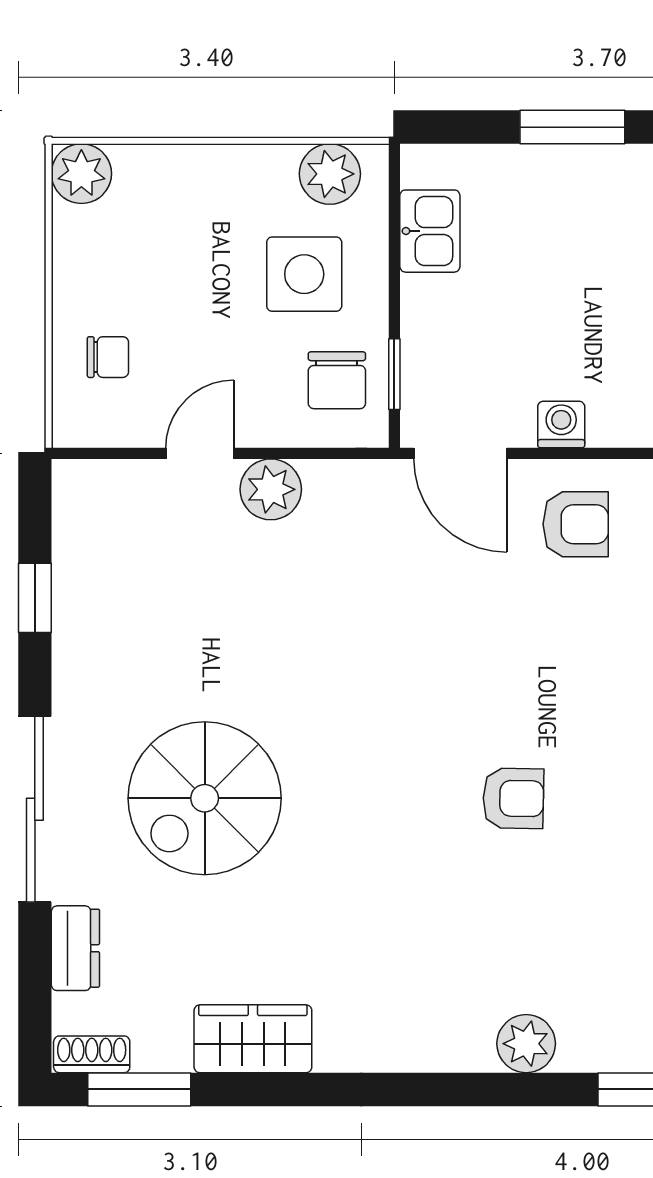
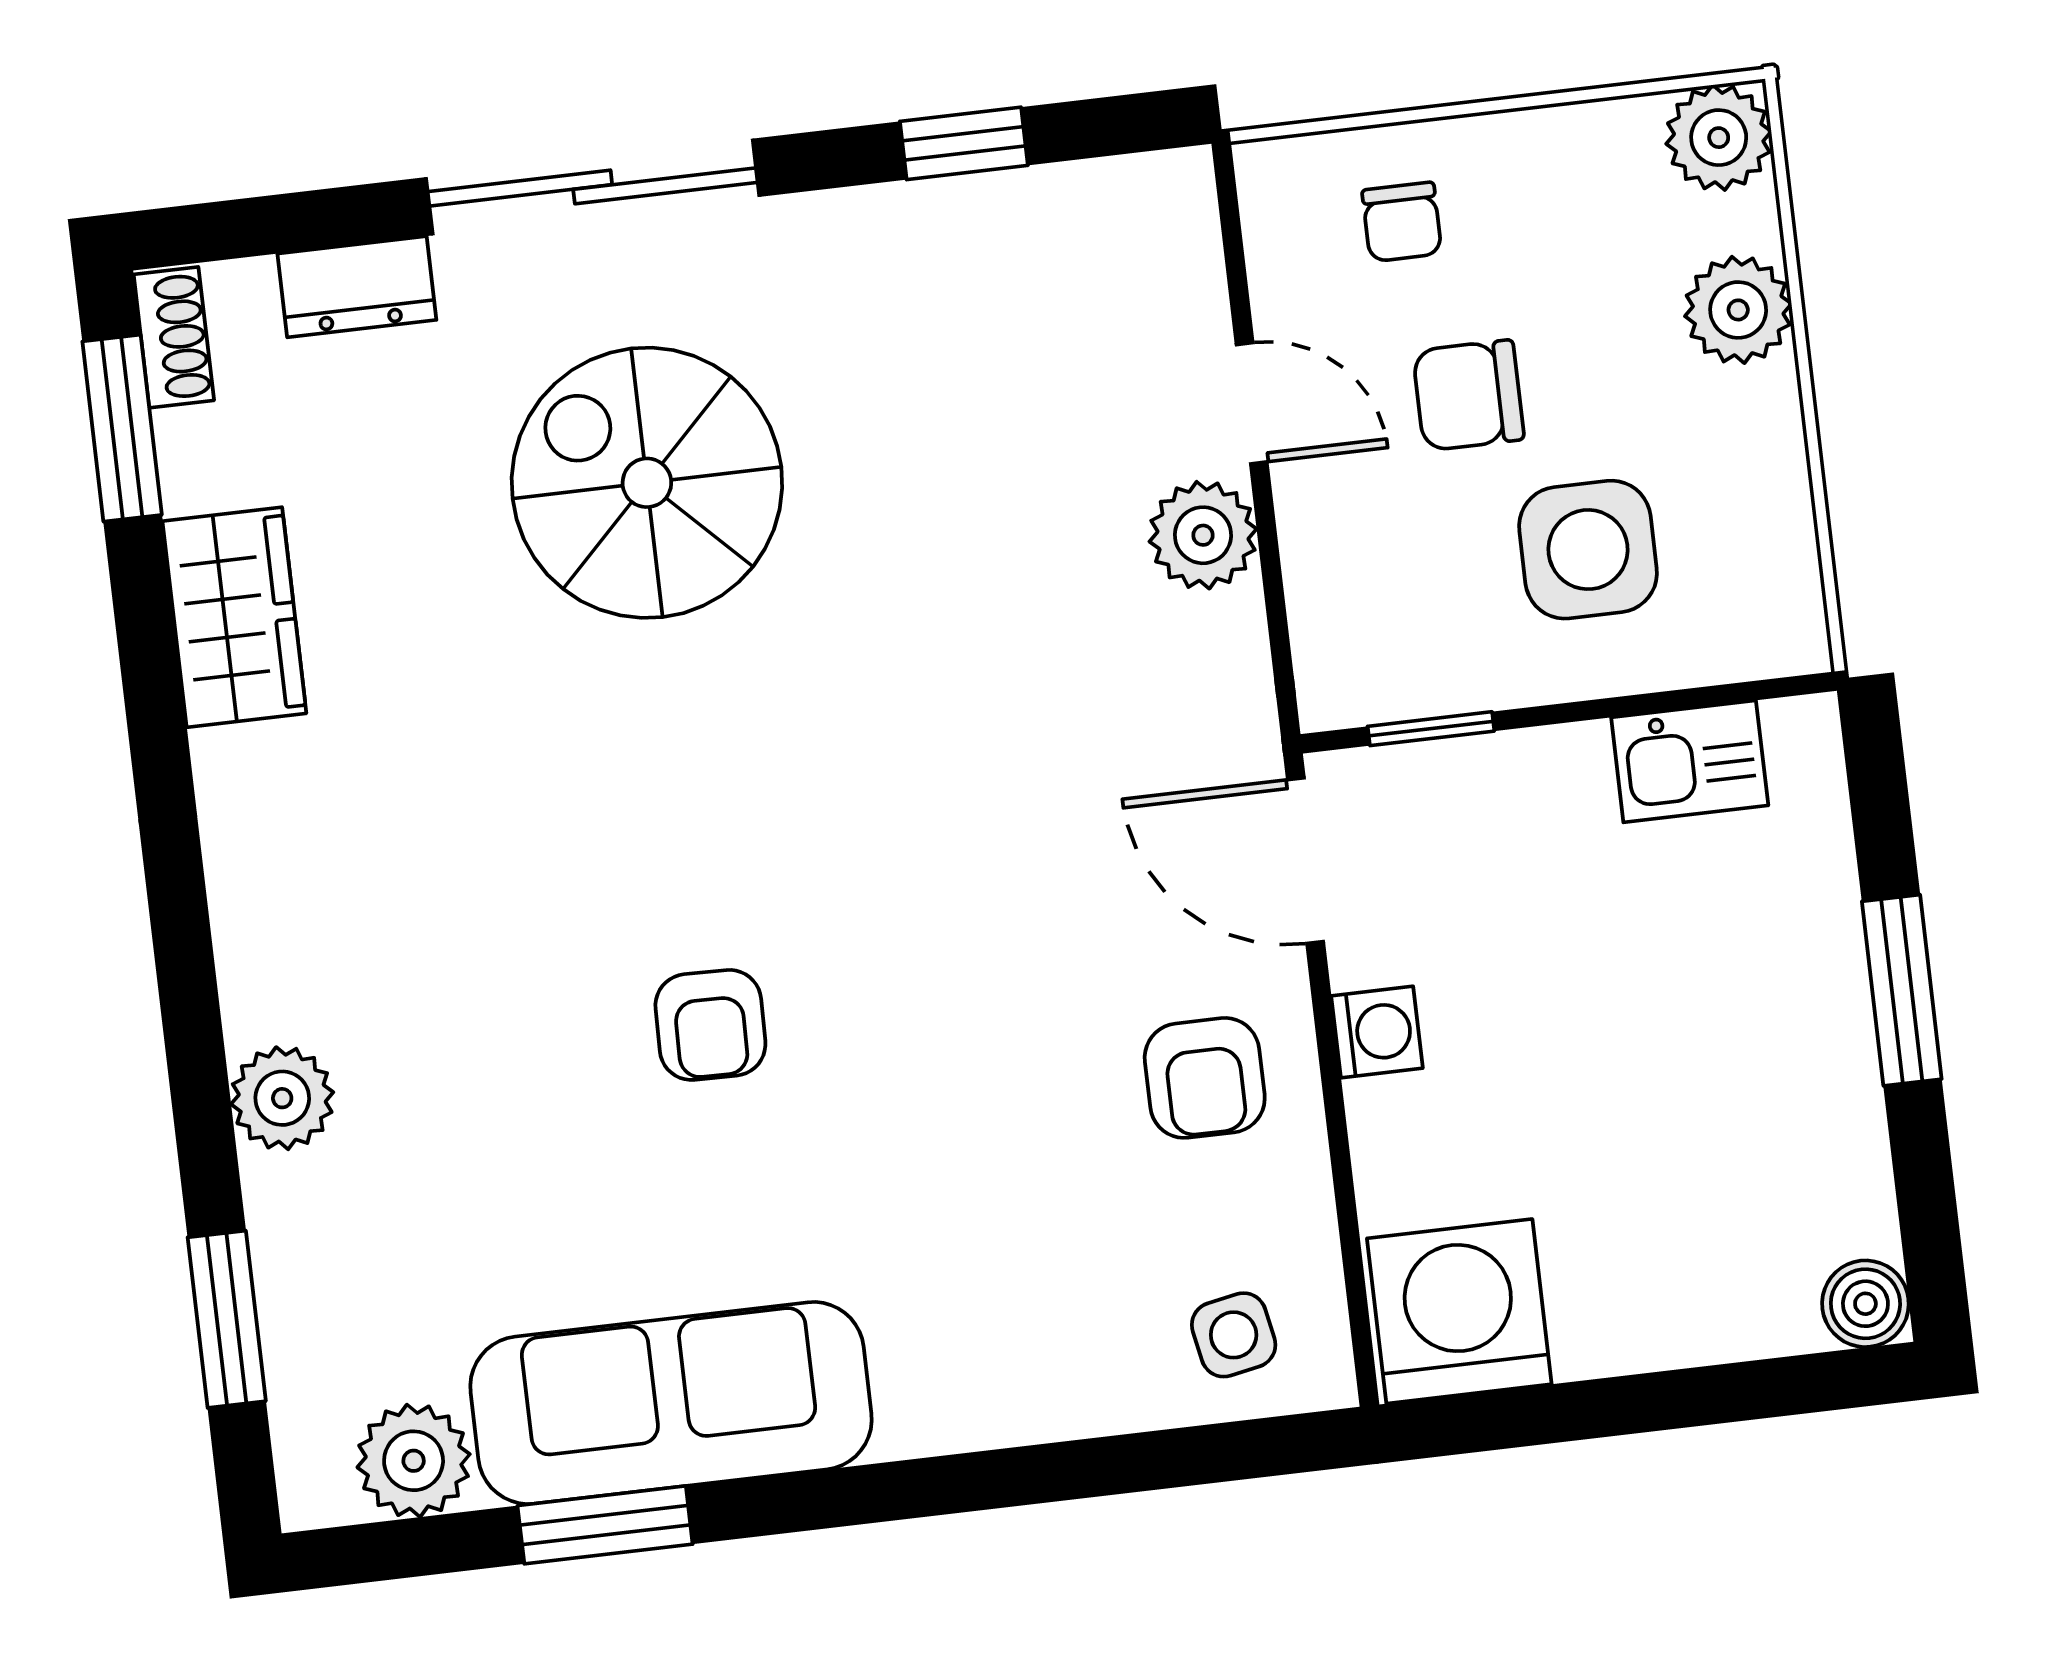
plant: (330, 174) -> (1738, 310), moved
chair: (337, 380) -> (1468, 395), moved
door: (460, 453) -> (1305, 861), hinge flipped

